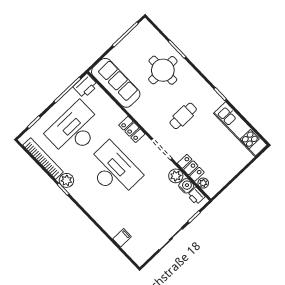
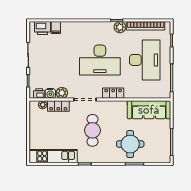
printer: (85, 86) -> (43, 28), moved, turned -90
cafe table: (183, 116) -> (92, 130), width x1.37, depth x1.35

